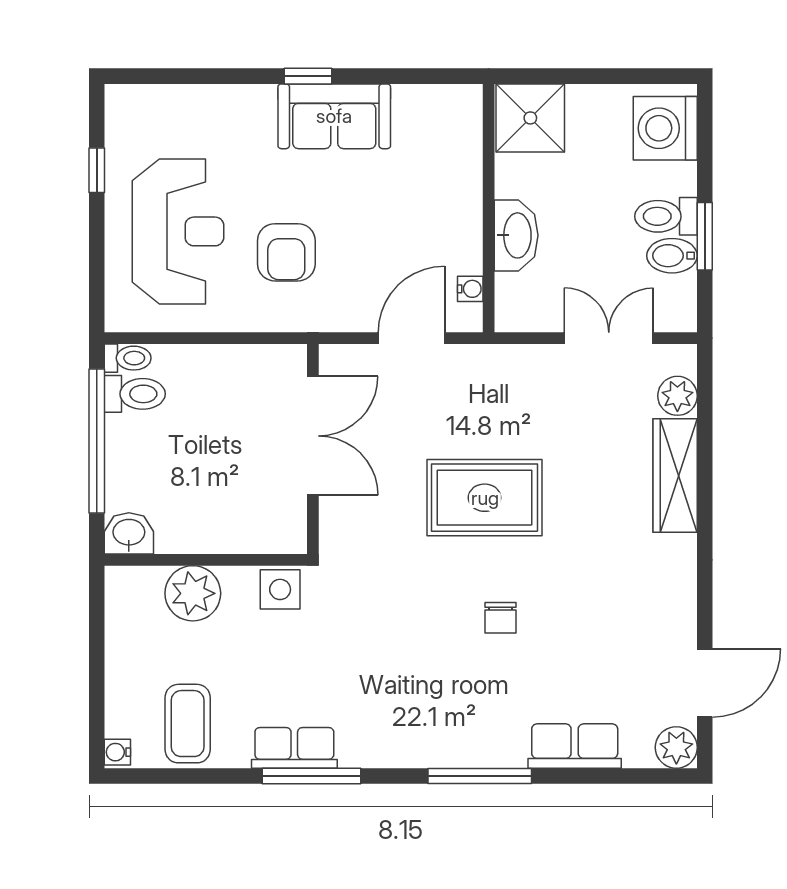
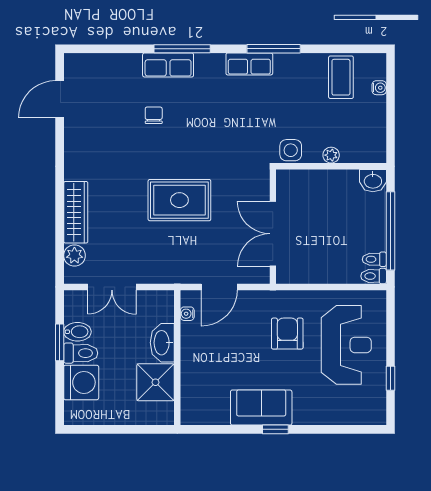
shower: (530, 118) -> (155, 382), moved
washing machine: (665, 128) -> (81, 382), moved
reception desk: (178, 231) -> (346, 345), turned 180
toilet: (135, 394) -> (374, 259), width x0.73, depth x0.72
plant: (193, 593) -> (331, 155), width x0.53, depth x0.53
chair: (500, 618) -> (154, 115), moved
row of seats: (575, 746) -> (168, 65), moved
plant: (676, 747) -> (75, 64), removed
row of seats: (294, 748) -> (249, 64), moved
water cooler: (117, 752) -> (379, 88), moved

